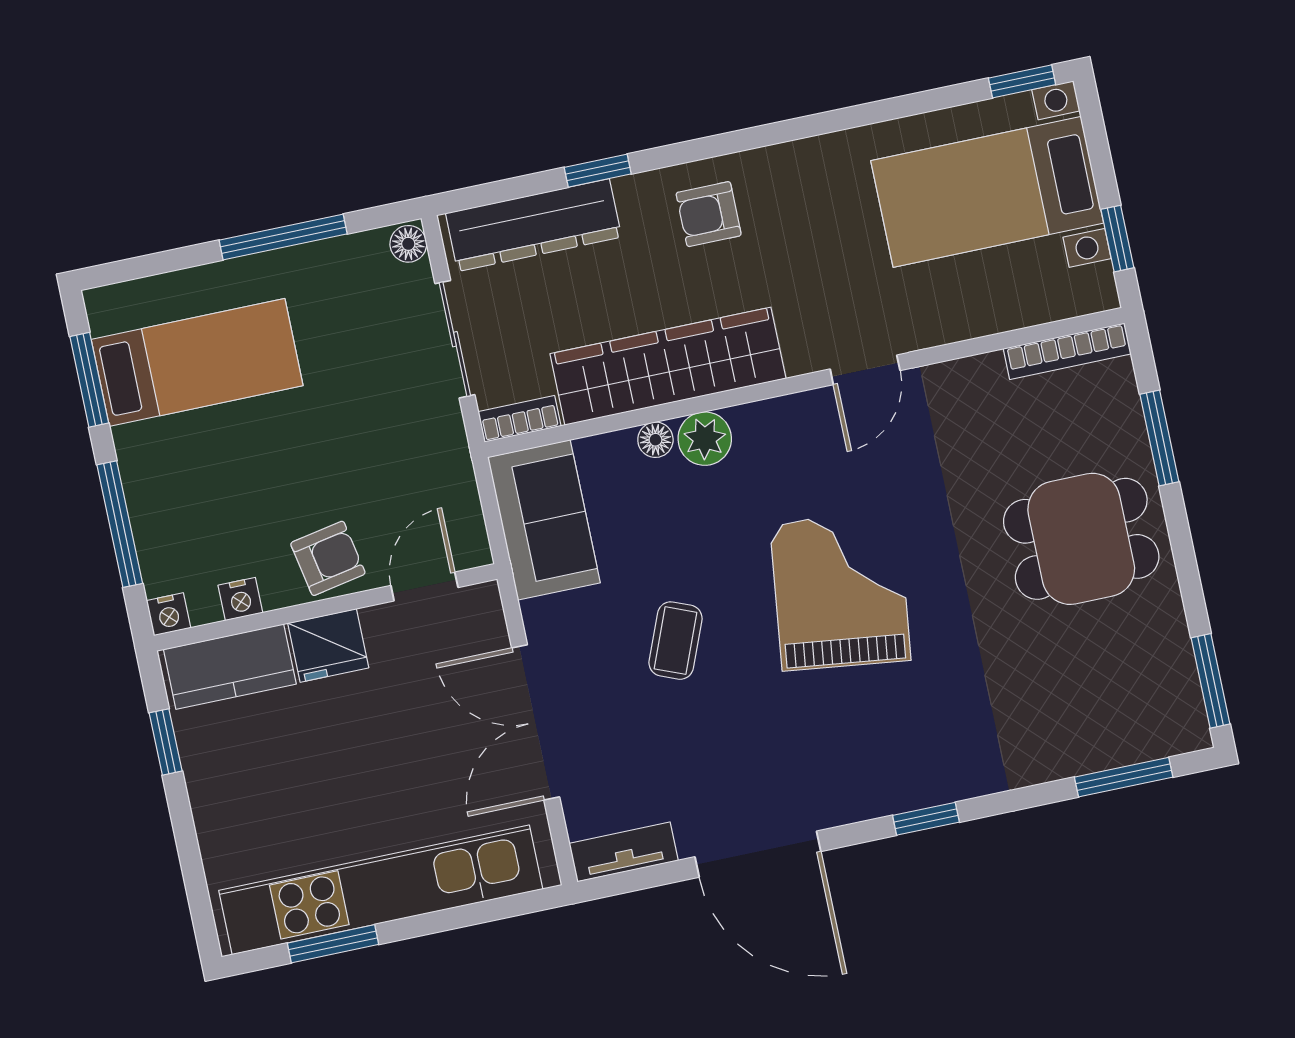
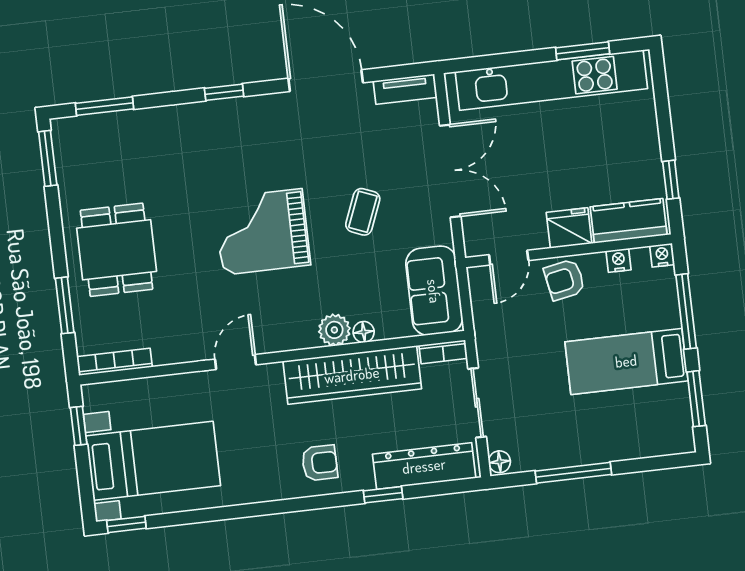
bed: (197, 362) -> (626, 361), moved
dining table: (1081, 539) -> (117, 250), turned 90
grand piano: (840, 592) -> (262, 232), turned 83

